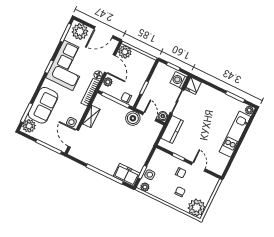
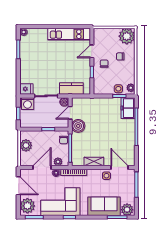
plant: (125, 52) -> (26, 145), moved
kitchen unit: (235, 134) -> (69, 34), moved
door: (73, 138) -> (119, 167), swing flipped

